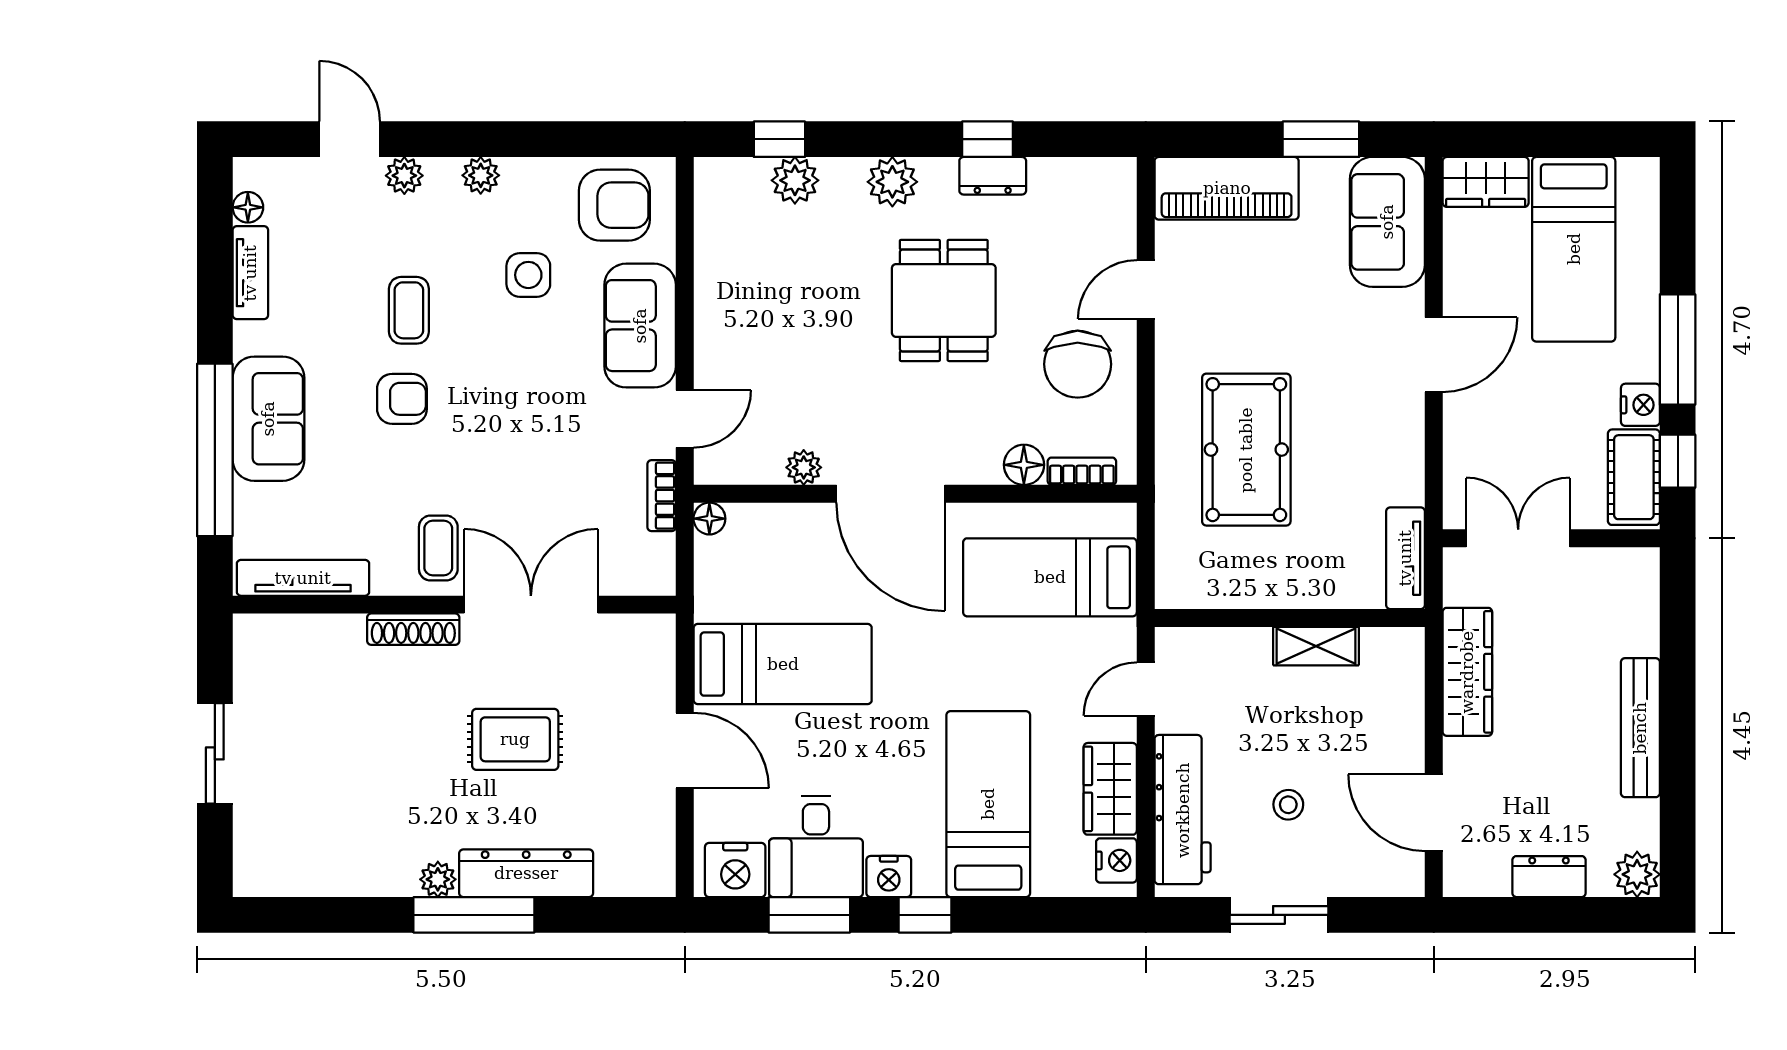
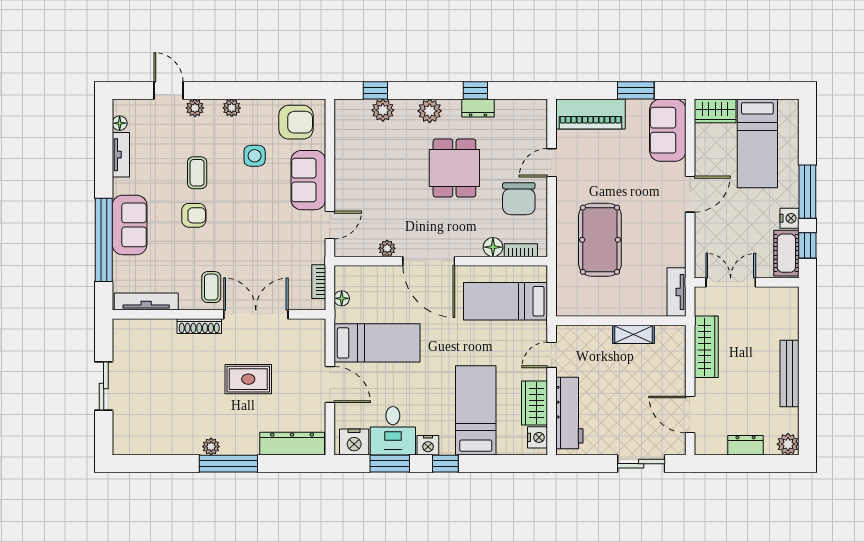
bookcase: (662, 496) -> (319, 282), moved
floor lamp: (709, 519) -> (342, 298), moved
stool: (1288, 805) -> (620, 411), removed
dresser: (526, 873) -> (292, 444), moved
sliding door: (1279, 915) -> (641, 464), moved

